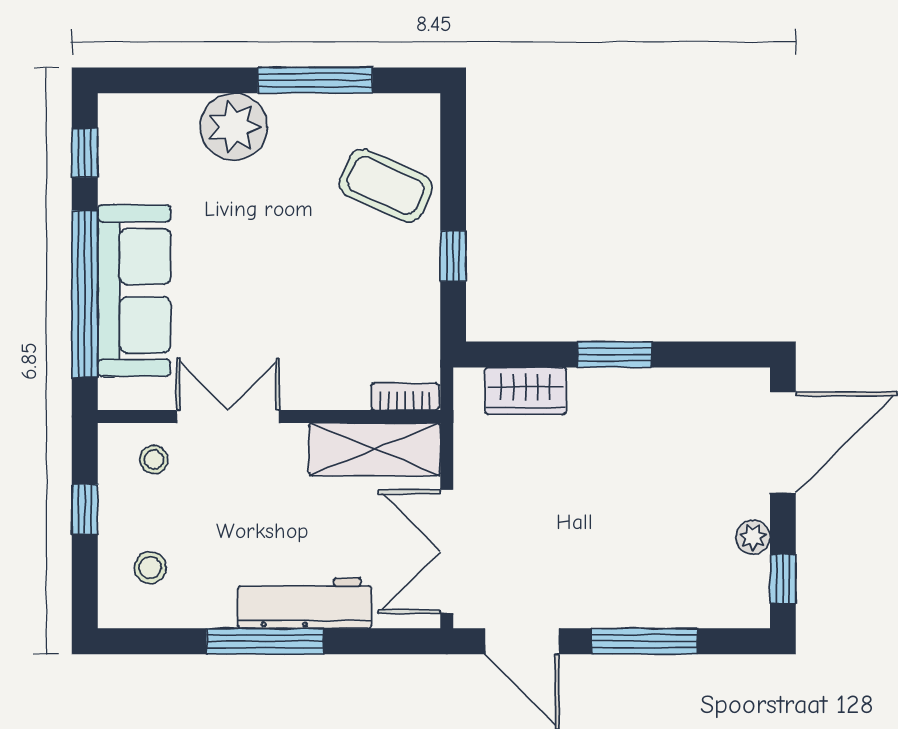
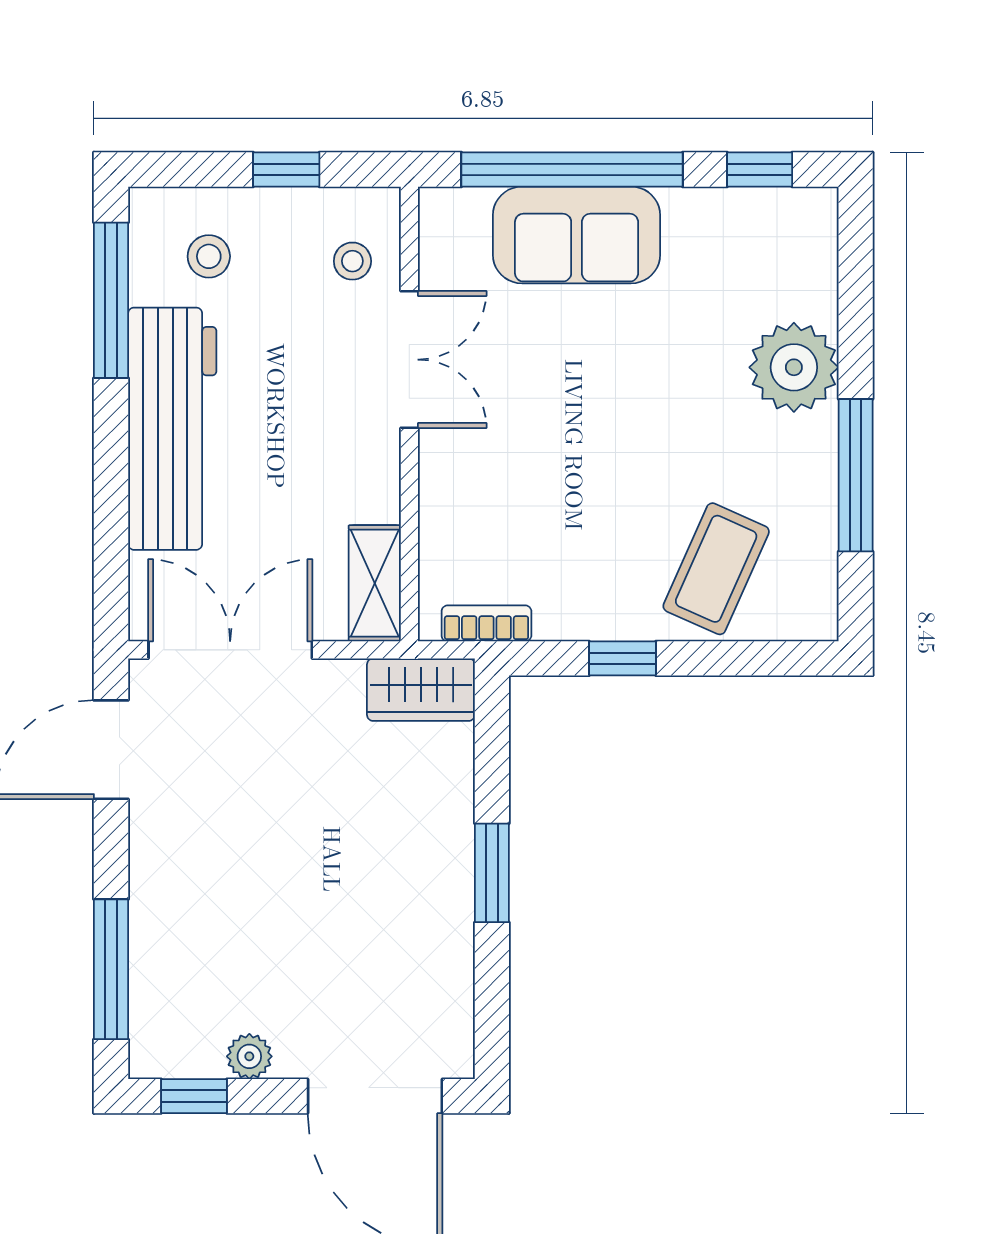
sofa: (134, 291) -> (577, 235), width x0.73
wardrobe: (526, 391) -> (421, 690), moved, turned -90
bookcase: (405, 397) -> (486, 623), moved, turned -90
shelving: (375, 449) -> (375, 583), width x0.67, depth x0.75
workbench: (304, 603) -> (172, 429), width x1.36, depth x1.32
window: (265, 641) -> (111, 300), moved
window: (644, 641) -> (111, 969), moved

